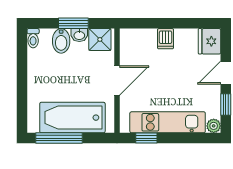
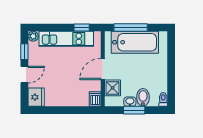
shower: (100, 39) -> (113, 88), moved
dishwasher: (166, 39) -> (95, 99), moved
window: (59, 138) -> (131, 27), moved

